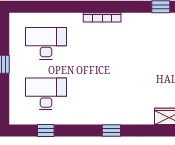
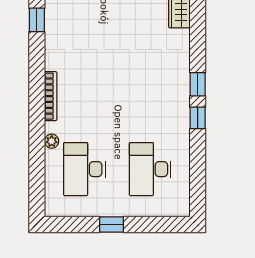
plant: (67, 18) -> (52, 141), added
window: (46, 130) -> (198, 118), moved

